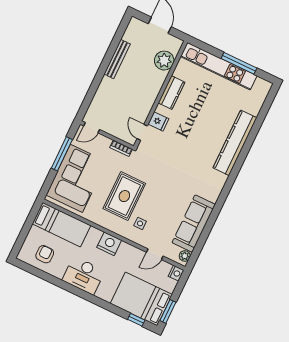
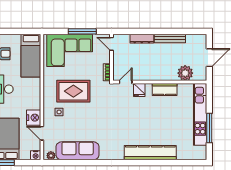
dresser: (102, 91) -> (142, 39), added
nightstand: (109, 244) -> (34, 118), moved

